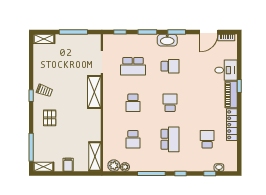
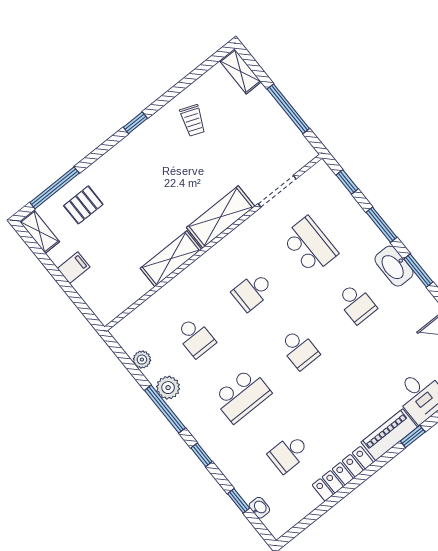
school desk: (133, 66) -> (310, 245), turned 180
trolley: (44, 91) -> (193, 120), moved
school desk: (170, 103) -> (299, 349), turned 90
pallet: (50, 118) -> (83, 205), moved
school desk: (133, 139) -> (195, 337), turned -90
school desk: (207, 139) -> (289, 453), turned 180
shelving: (95, 157) -> (171, 259), moved
plant: (114, 166) -> (168, 388), moved

